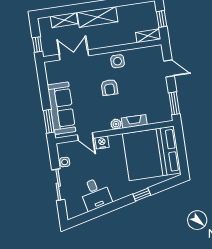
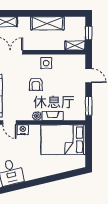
shelving: (97, 17) -> (47, 23), moved
bed: (152, 153) -> (63, 140), width x0.73
window: (142, 195) -> (50, 179), removed

